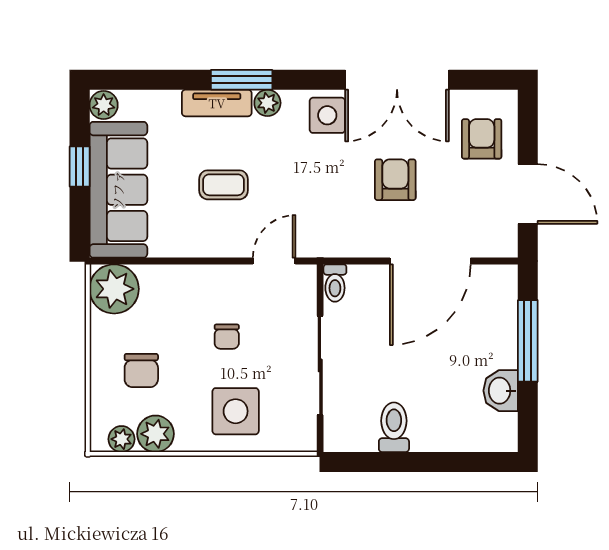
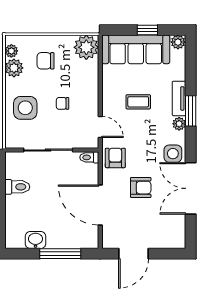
armchair: (482, 139) -> (115, 158), moved, turned -90
coffee table: (223, 185) -> (138, 102), turned 90

